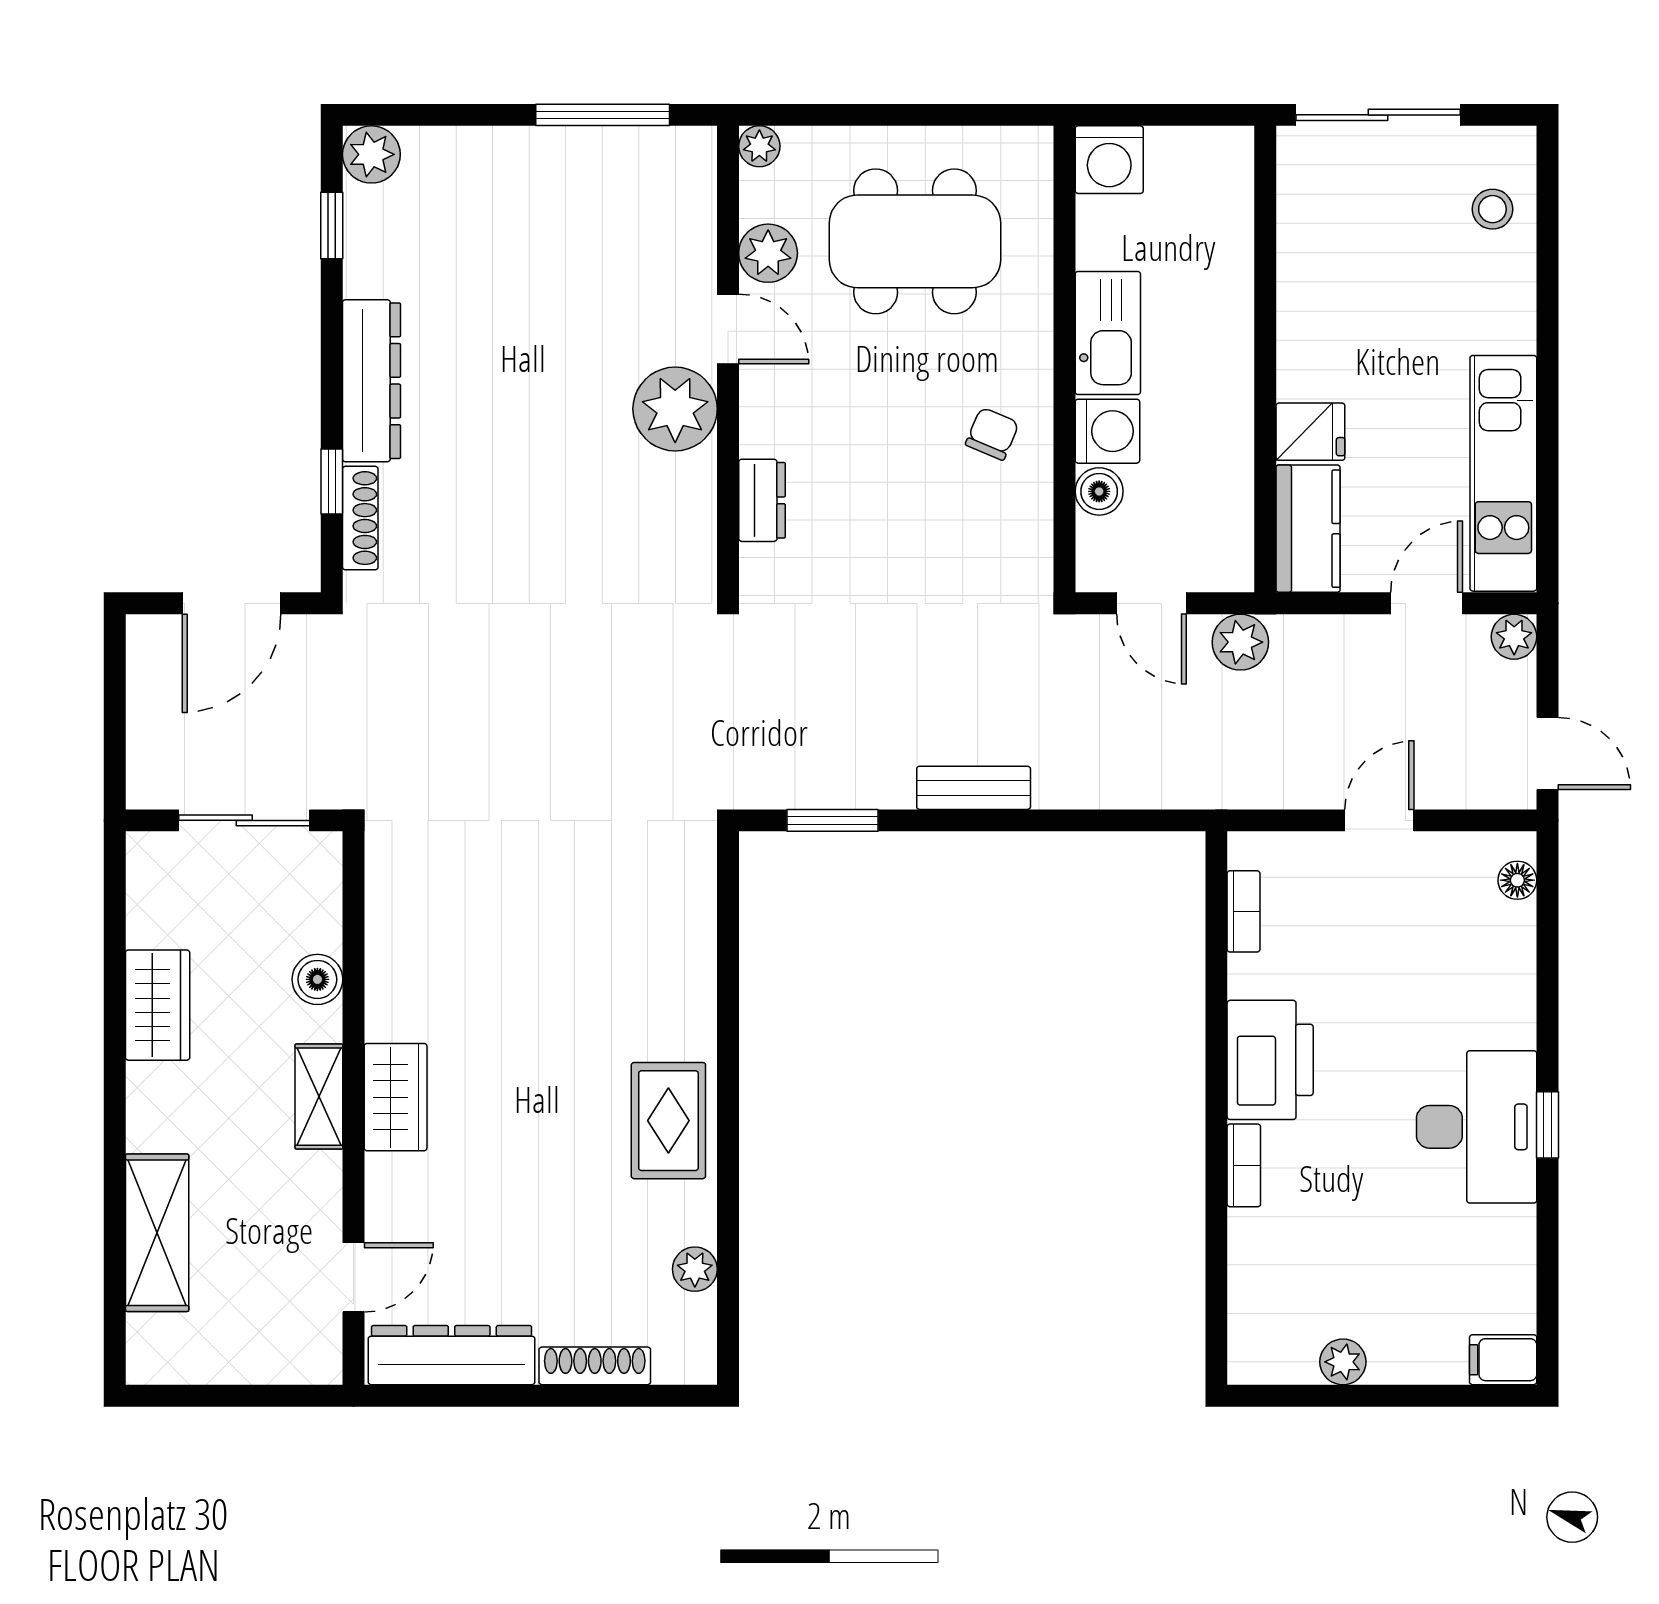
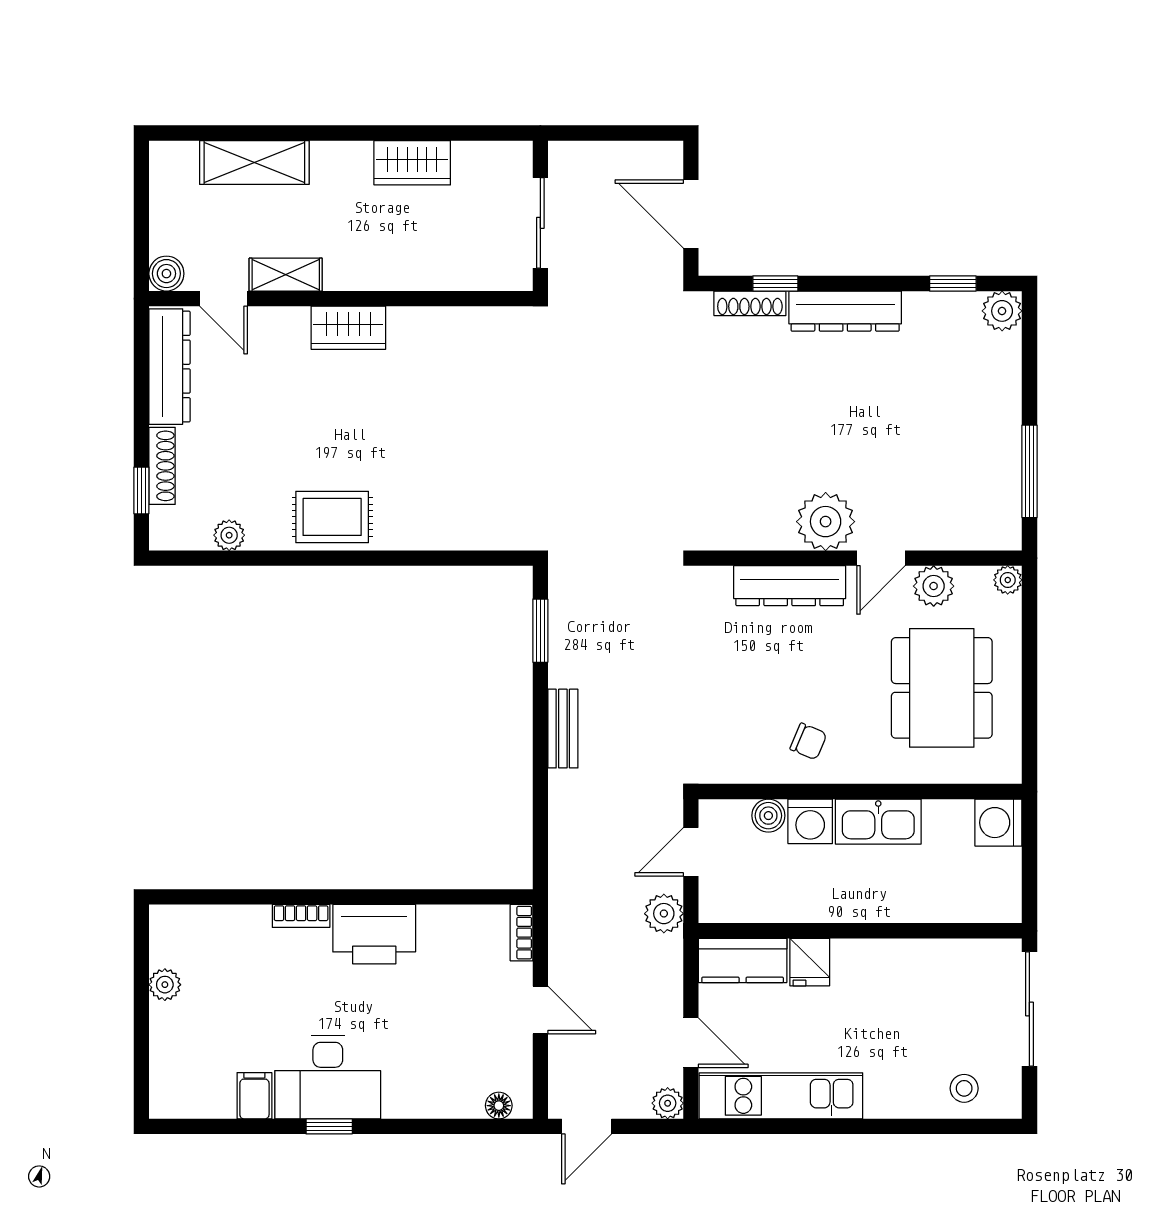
dresser: (762, 500) -> (790, 586), width x1.96, depth x1.24
bookcase: (1244, 911) -> (521, 933), moved, turned 90
boiler: (317, 979) -> (166, 274), moved
shelving: (319, 1097) -> (286, 275), moved
filing cabinet: (1503, 1360) -> (254, 1096), moved
window: (630, 1396) -> (141, 490), added

